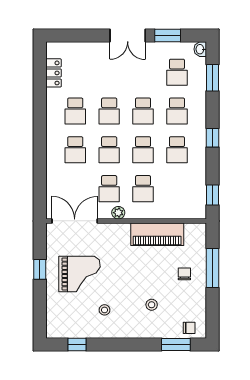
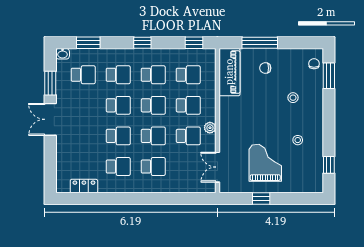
double door: (128, 36) -> (50, 119), swing flipped
school desk: (177, 189) -> (188, 75), added
double door: (75, 221) -> (217, 167), width x0.73
piano: (157, 234) -> (229, 72), moved

